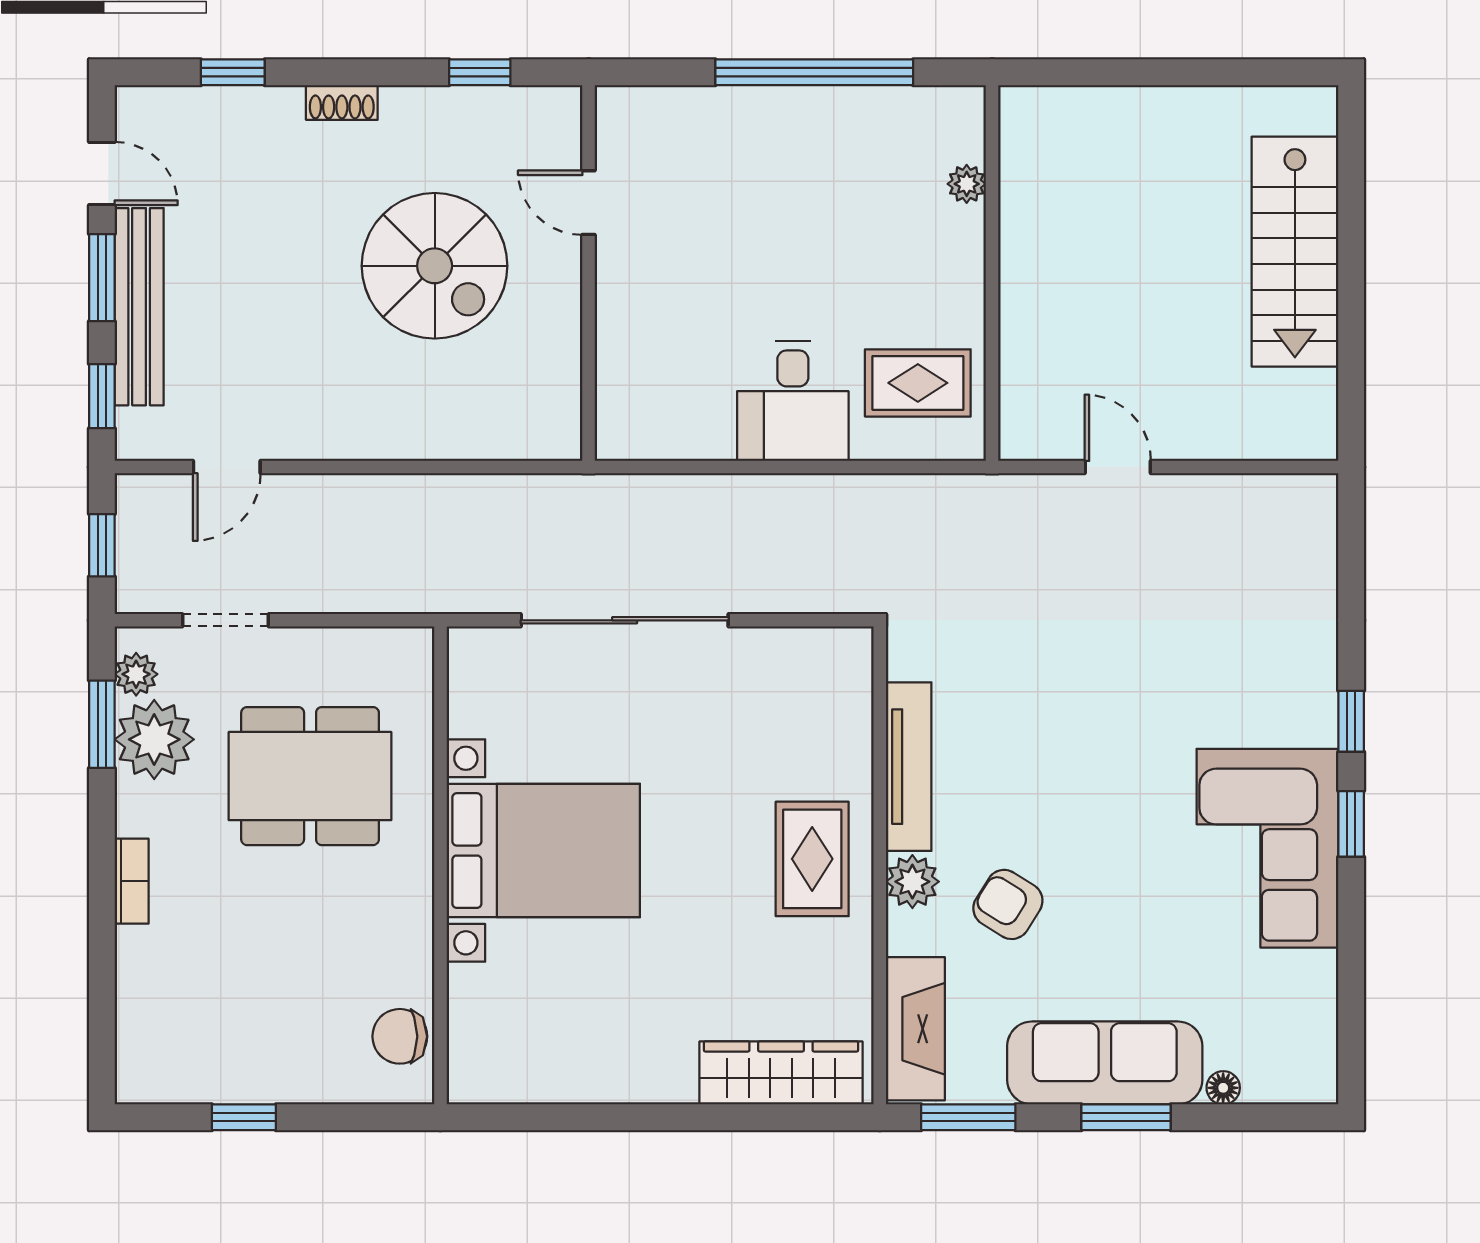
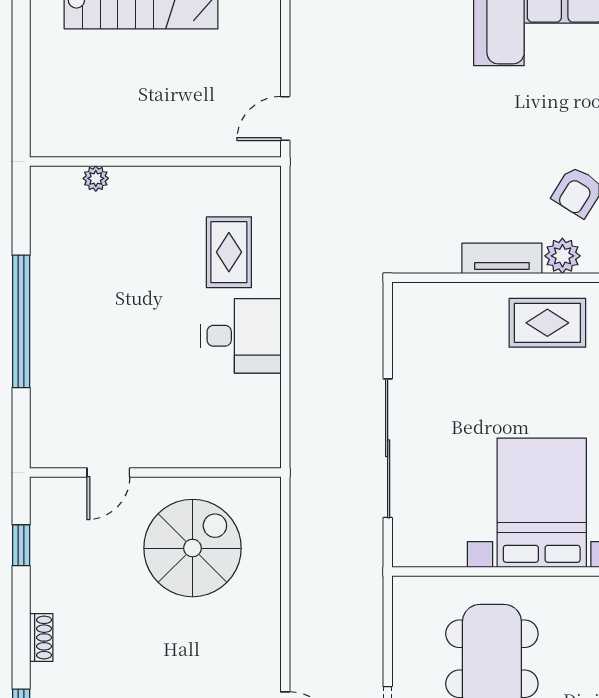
plant: (967, 184) -> (96, 178), moved
spiral stairs: (435, 266) -> (193, 548), moved
wall: (992, 273) -> (155, 162), moved
tv unit: (909, 767) -> (502, 258), width x0.71

